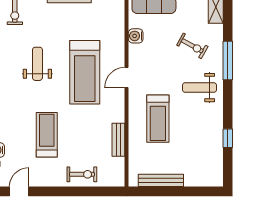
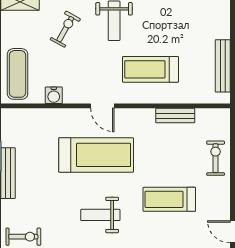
weight bench: (37, 64) -> (100, 215), moved
treadmill: (158, 119) -> (150, 69), turned 180

